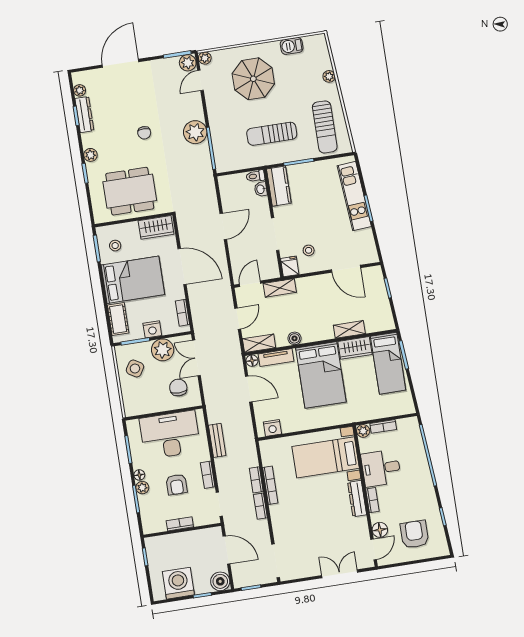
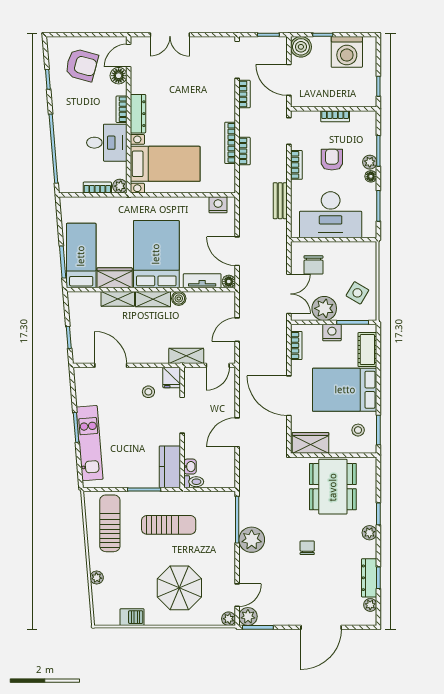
dining table: (130, 191) -> (333, 487), turned 90
shelving: (259, 343) -> (153, 299), moved
bookcase: (260, 506) -> (244, 94), moved
armchair: (414, 534) -> (82, 65), turned -75

